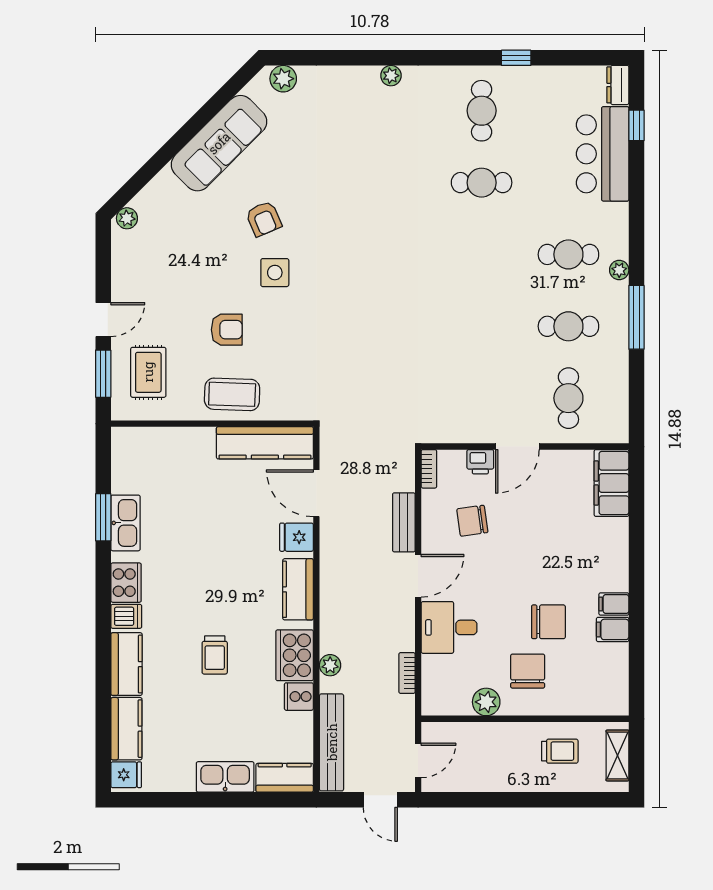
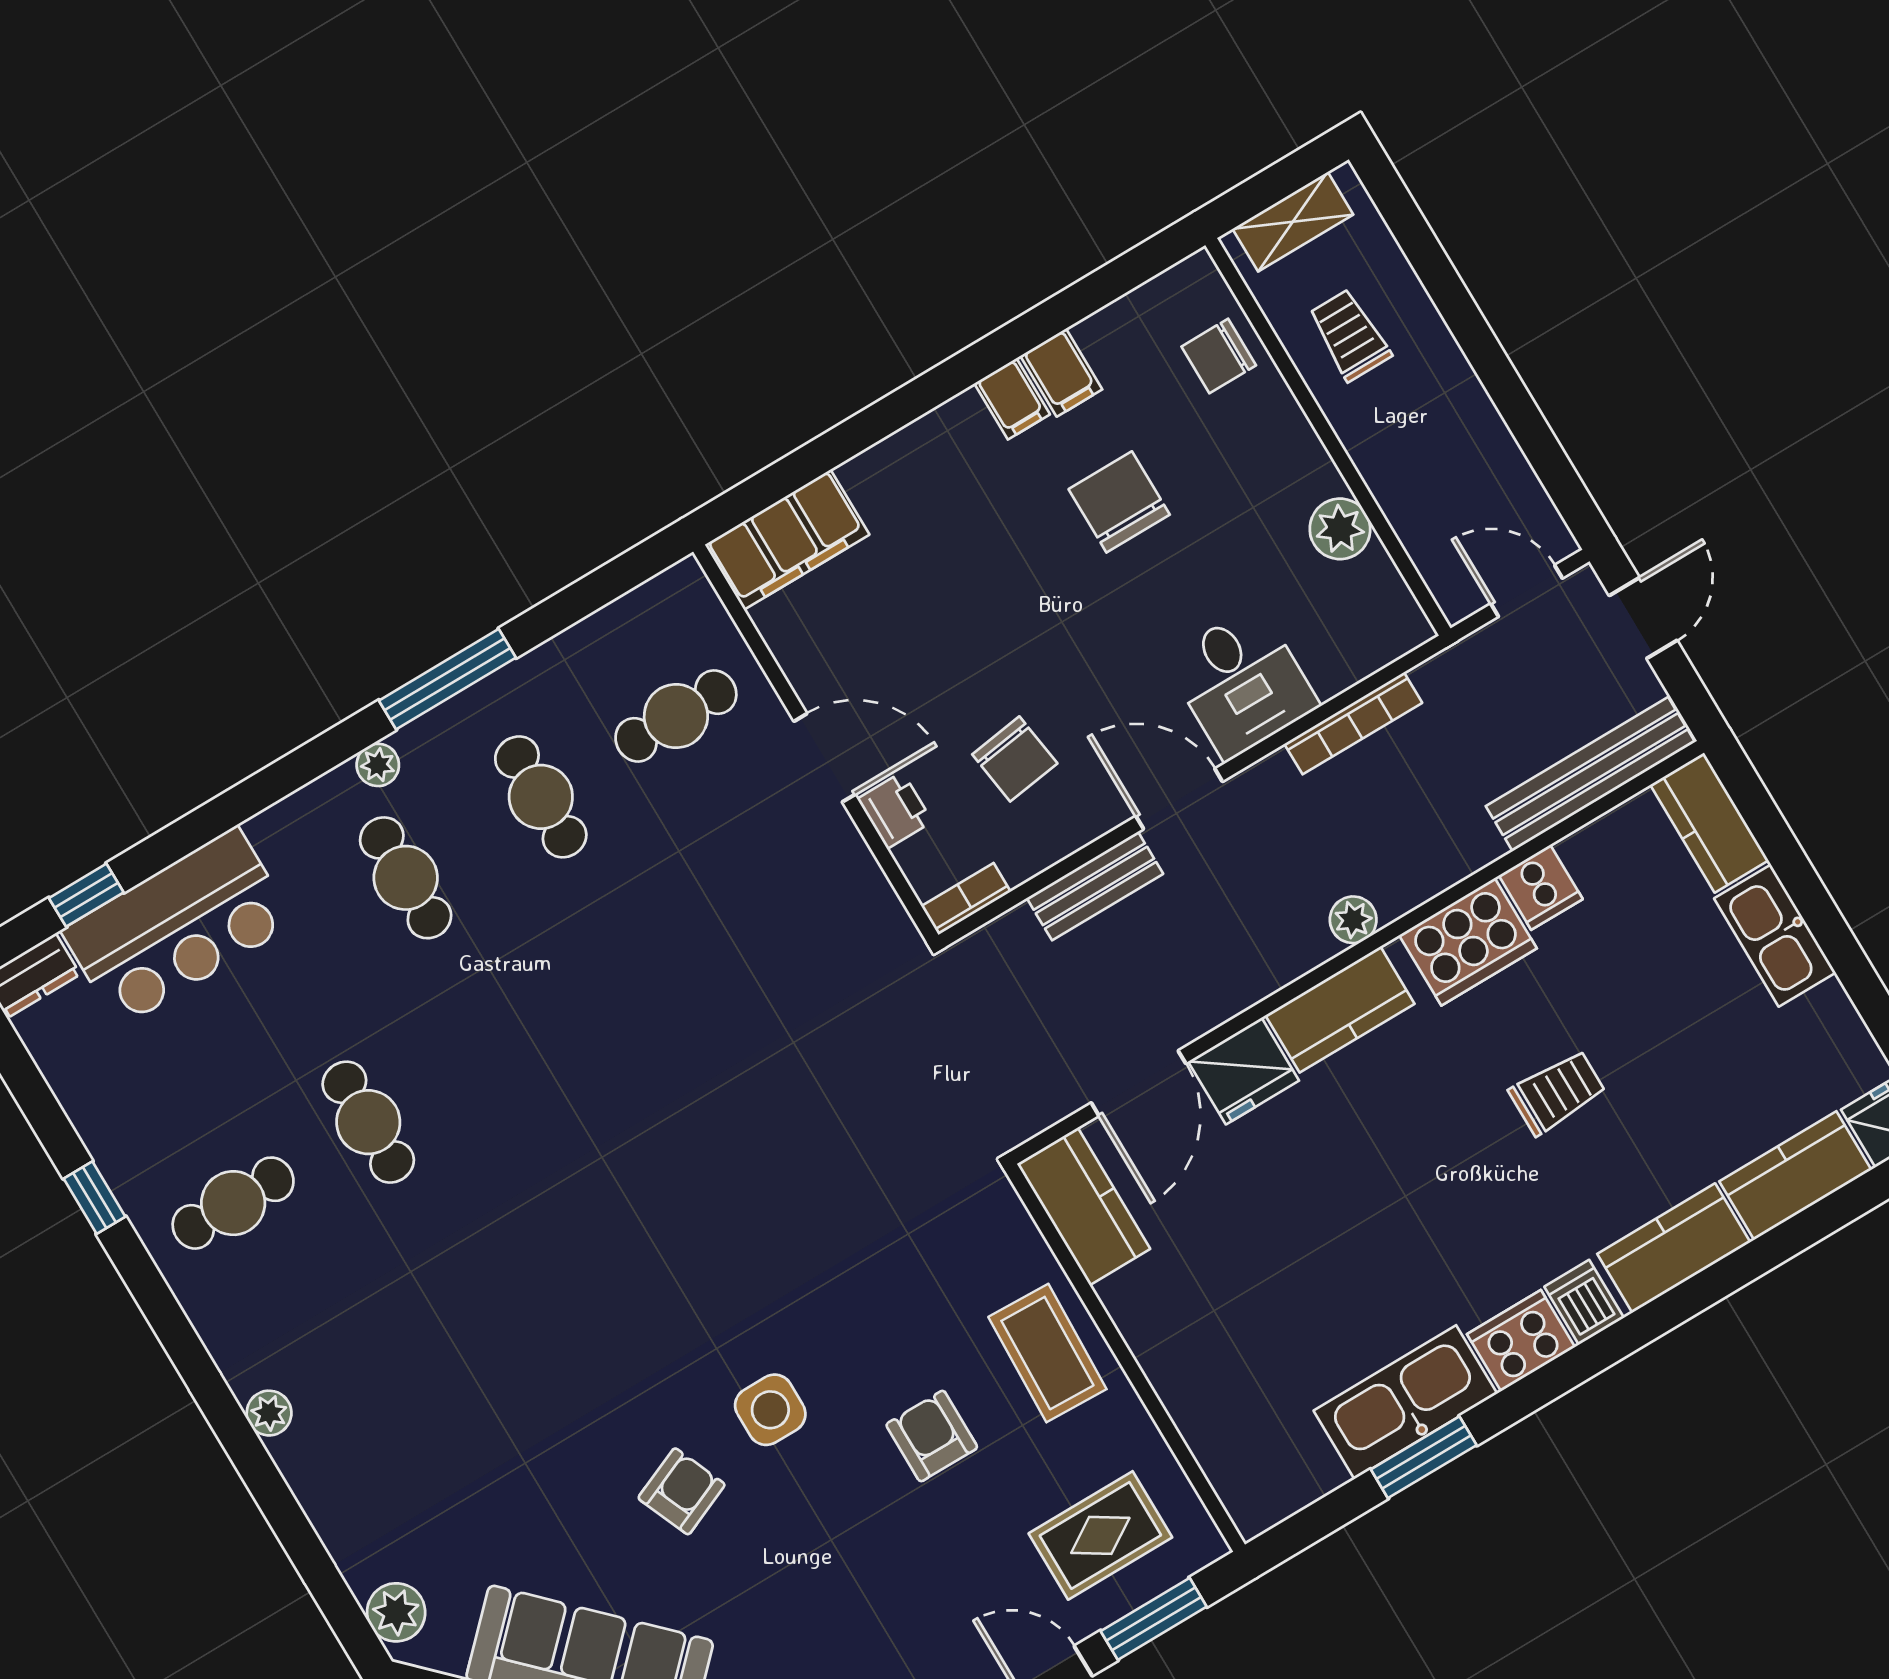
kitchen counter: (265, 443) -> (1084, 1206), width x0.67
kitchen sink: (125, 523) -> (1405, 1402), width x1.36, depth x1.24
fridge: (297, 537) -> (1244, 1071), width x1.38
plant: (330, 665) -> (1353, 920), moved
chair: (528, 671) -> (1219, 356), moved, width x0.73, depth x0.73
bookcase: (407, 673) -> (1353, 723), width x1.56

